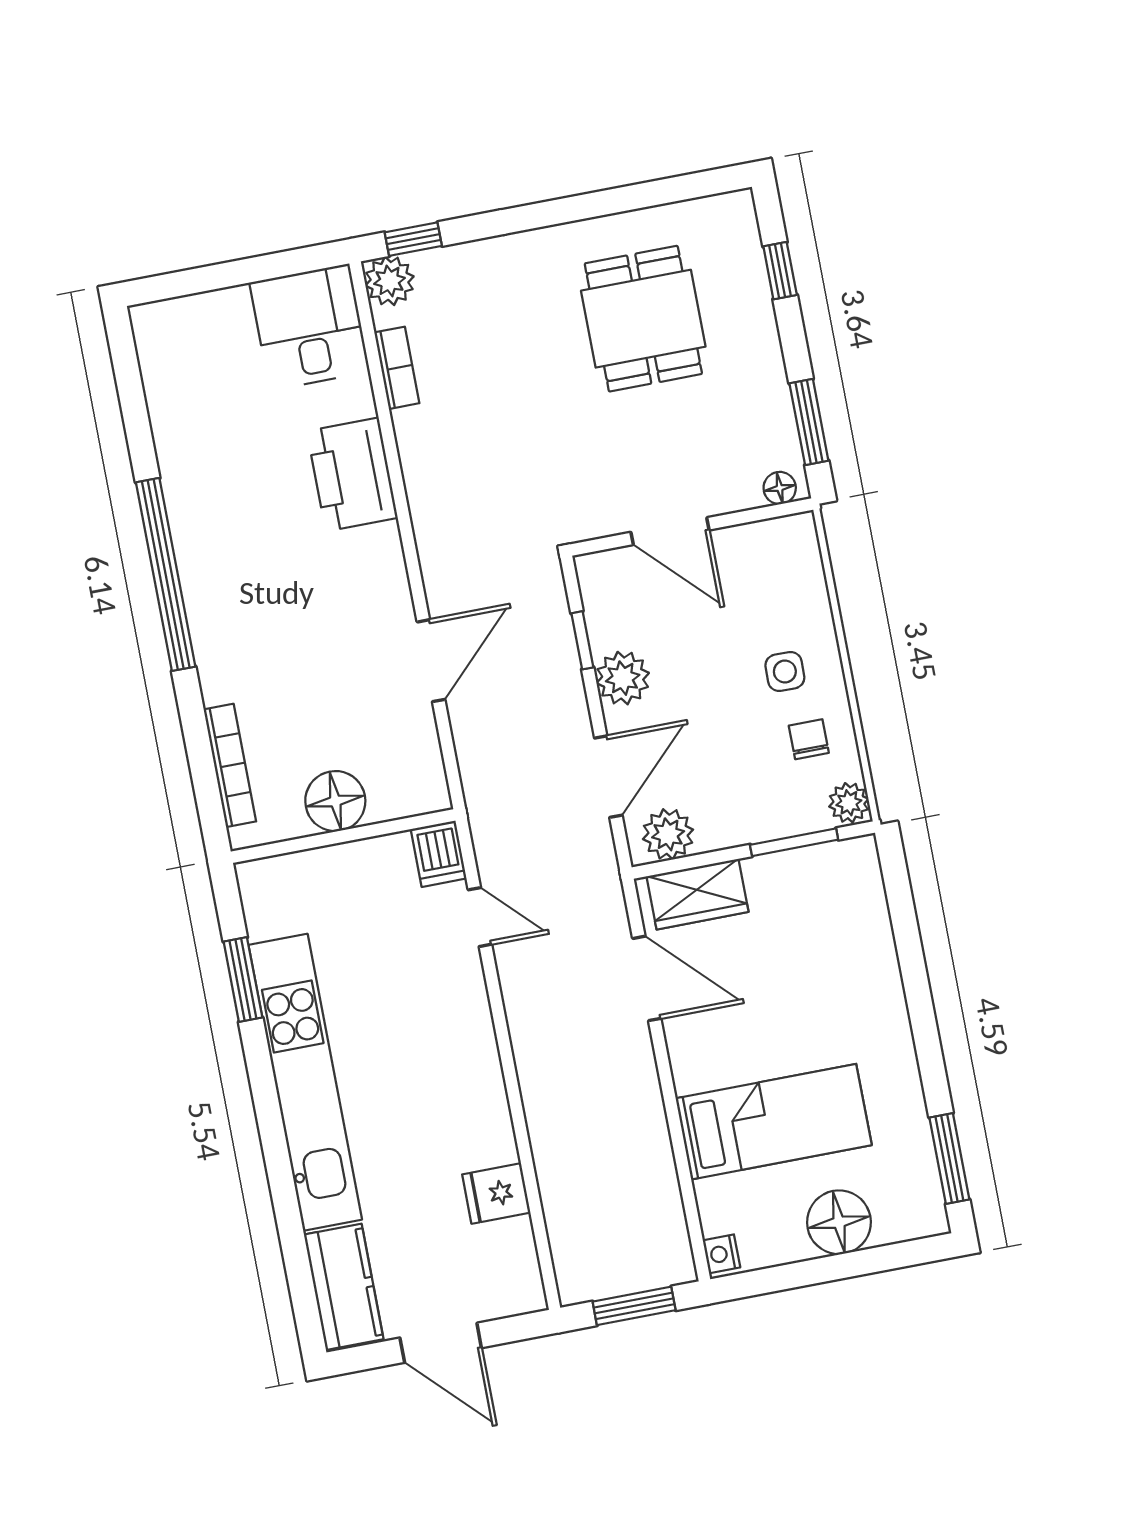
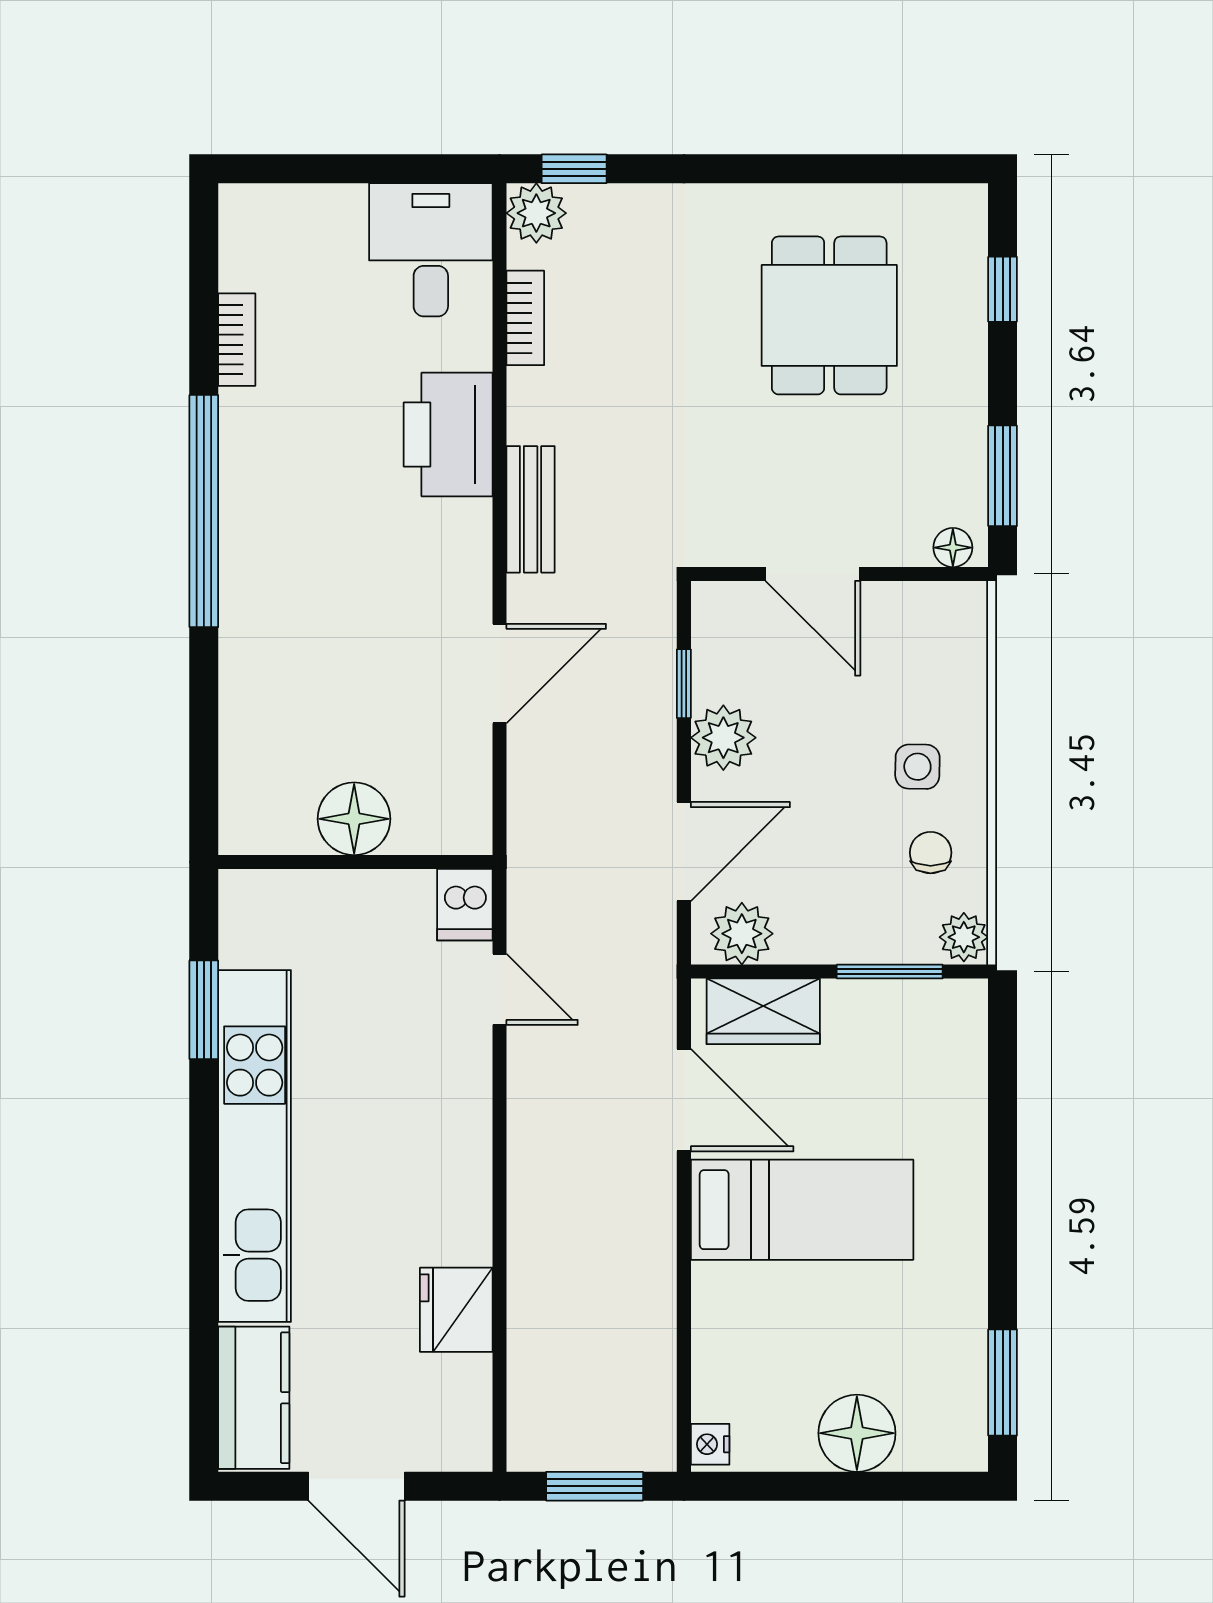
bench: (431, 522) -> (531, 509), added
bookcase: (230, 765) -> (237, 340), moved, width x0.64
bed: (774, 1122) -> (802, 1210), moved
fridge: (496, 1194) -> (456, 1310), width x1.38

